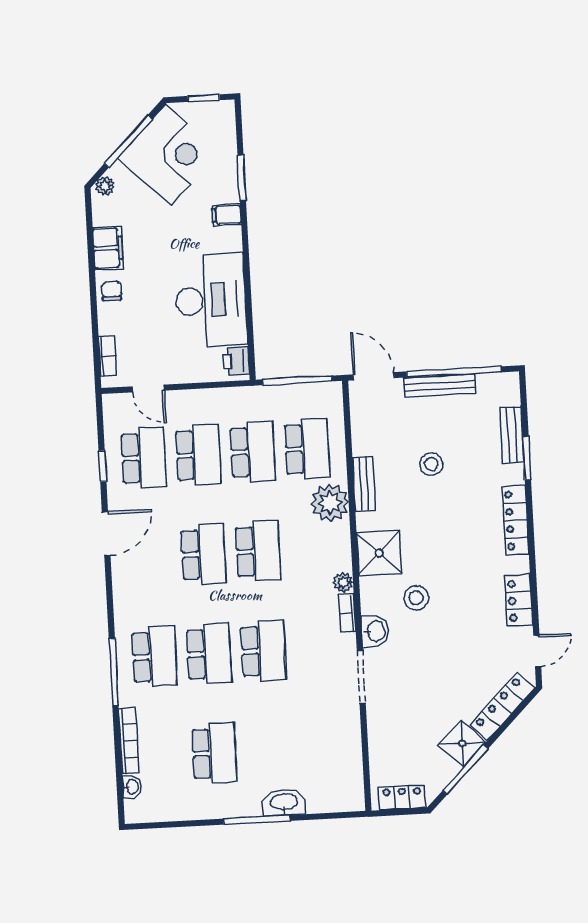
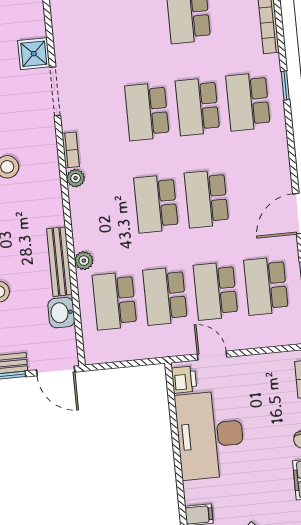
window: (297, 380) -> (127, 364), removed
door: (148, 388) -> (212, 356), moved
bench: (364, 484) -> (59, 262), width x1.36
plant: (330, 503) -> (84, 261), width x0.53, depth x0.53
shower: (379, 553) -> (34, 54), moved, width x0.73, depth x0.73
washbasin: (375, 631) -> (61, 313), moved
window: (114, 672) -> (285, 86), width x0.46

